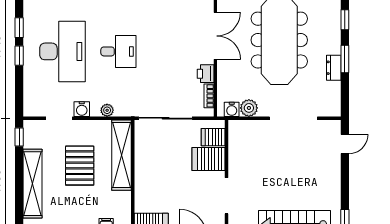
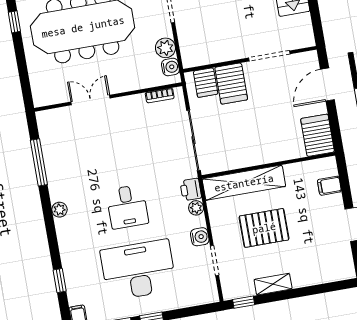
double door: (215, 36) -> (91, 100), width x0.73
desk: (118, 51) -> (127, 207), turned 180
printer: (206, 74) -> (191, 189), moved, turned 90
shelving: (33, 184) -> (273, 284), width x0.45, depth x0.75

